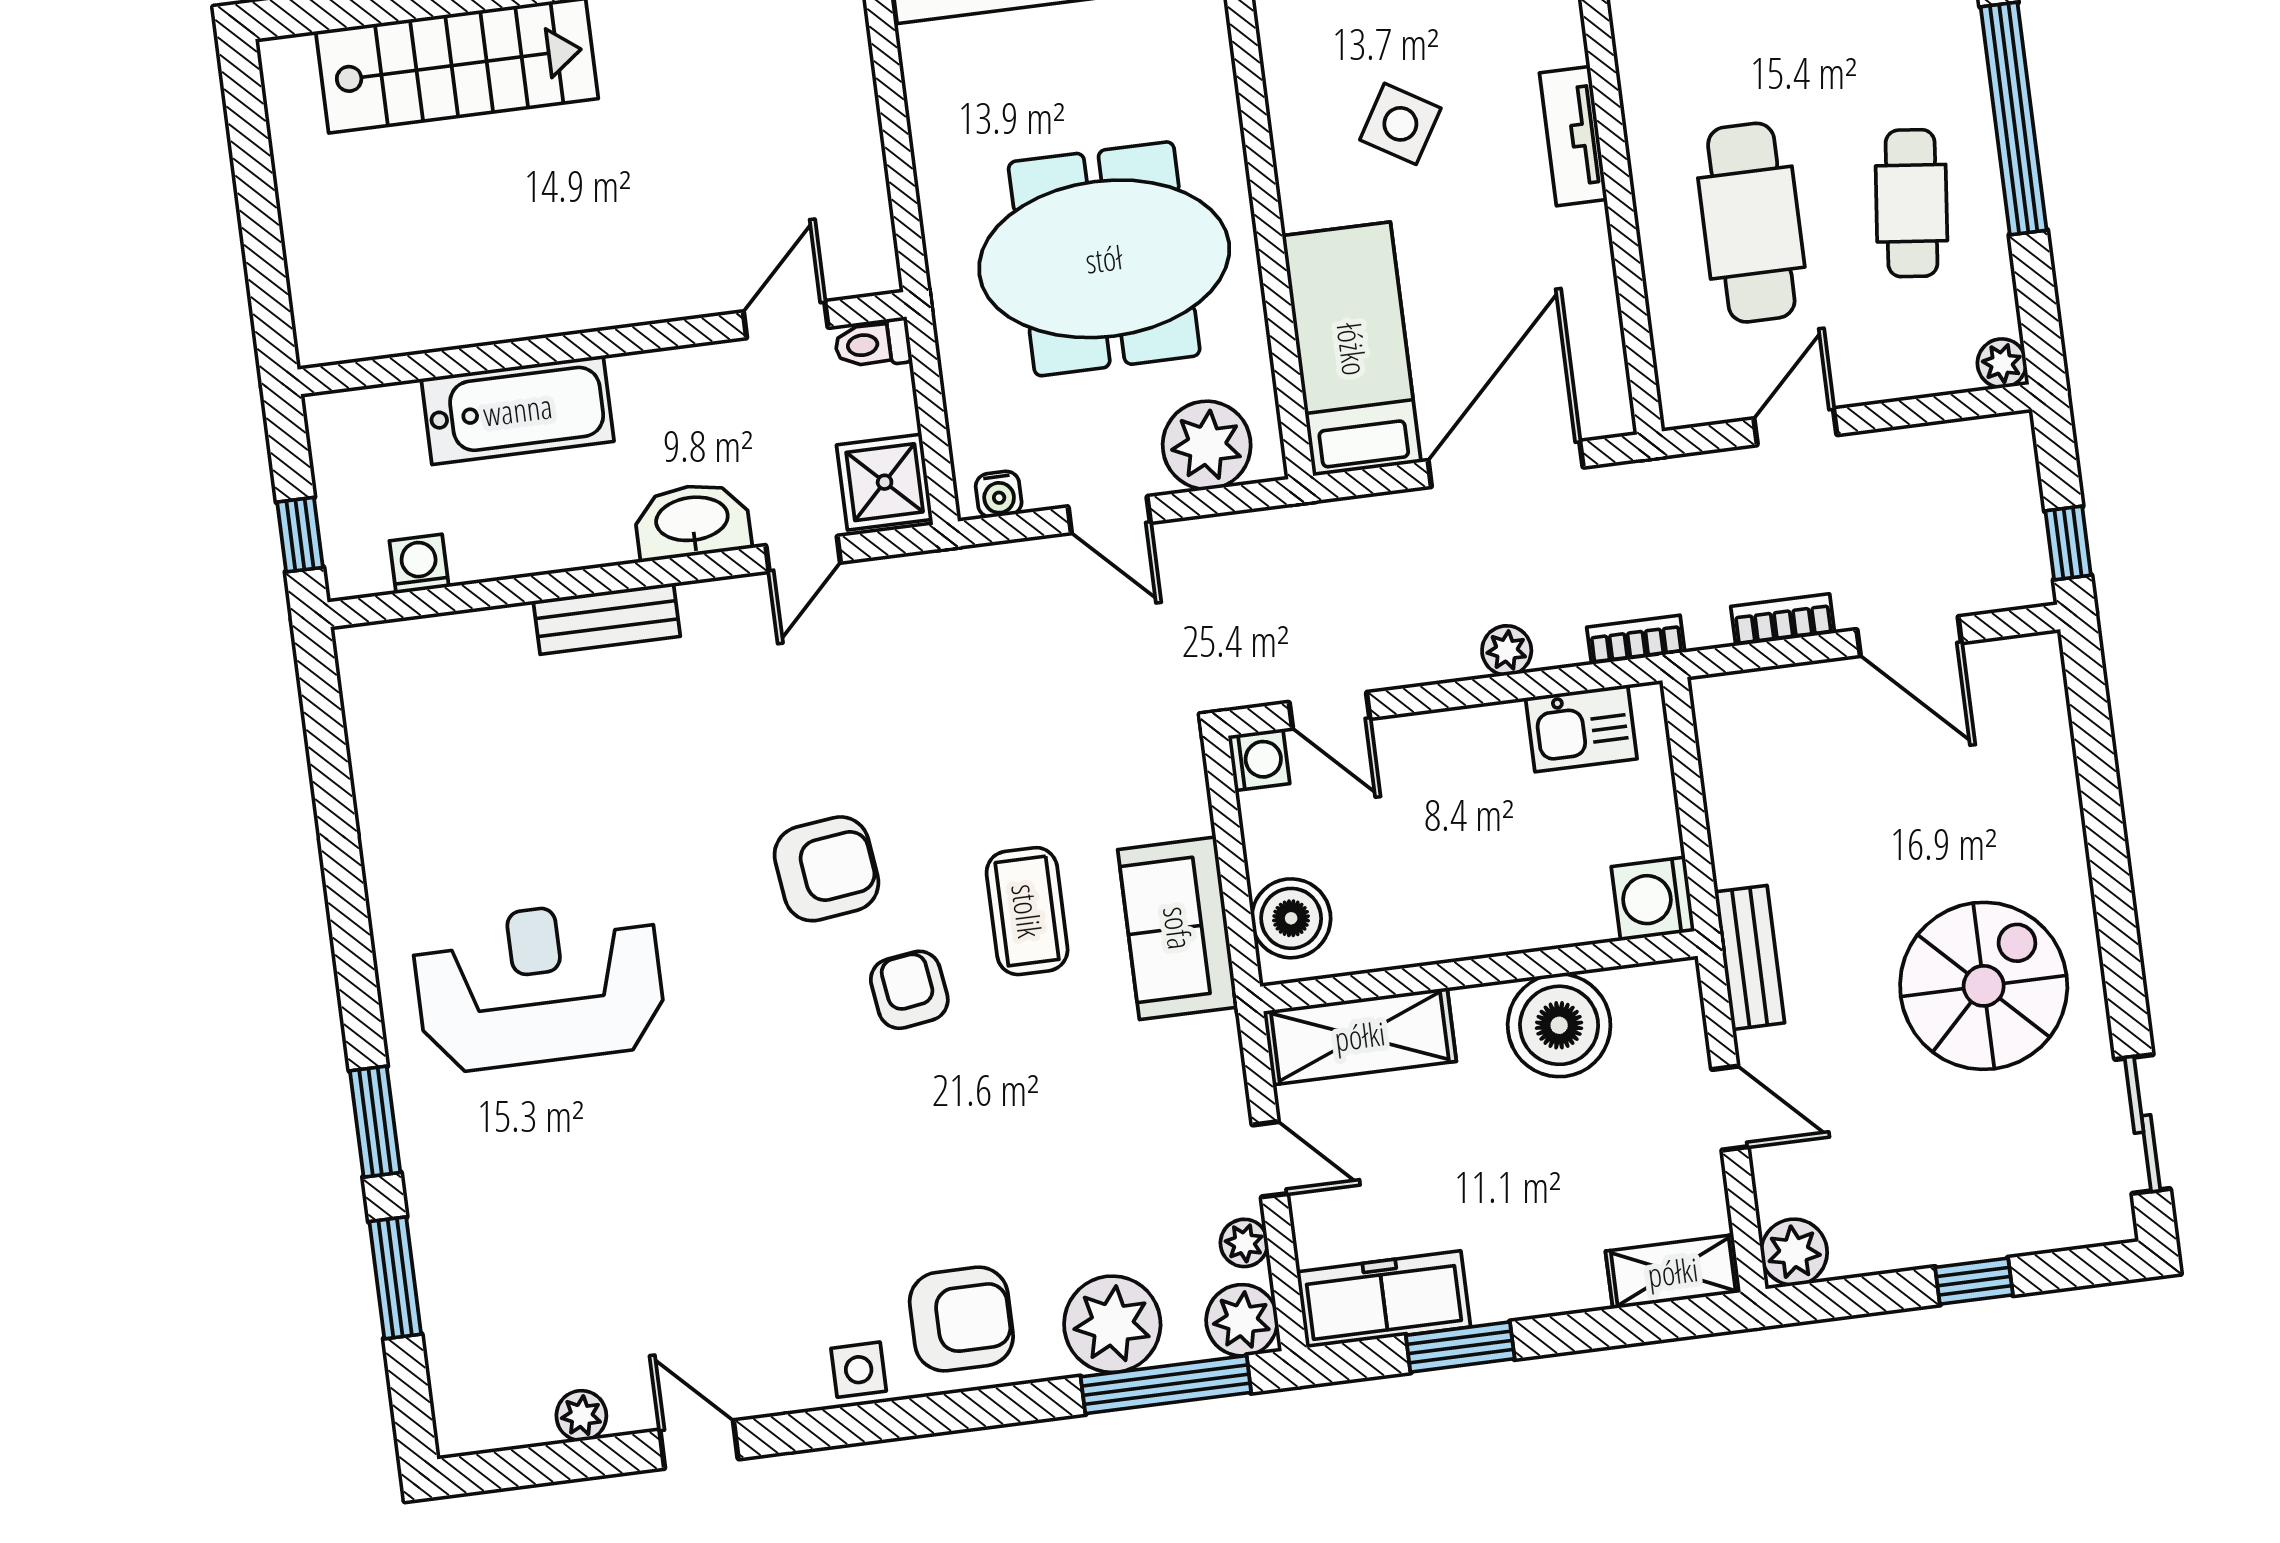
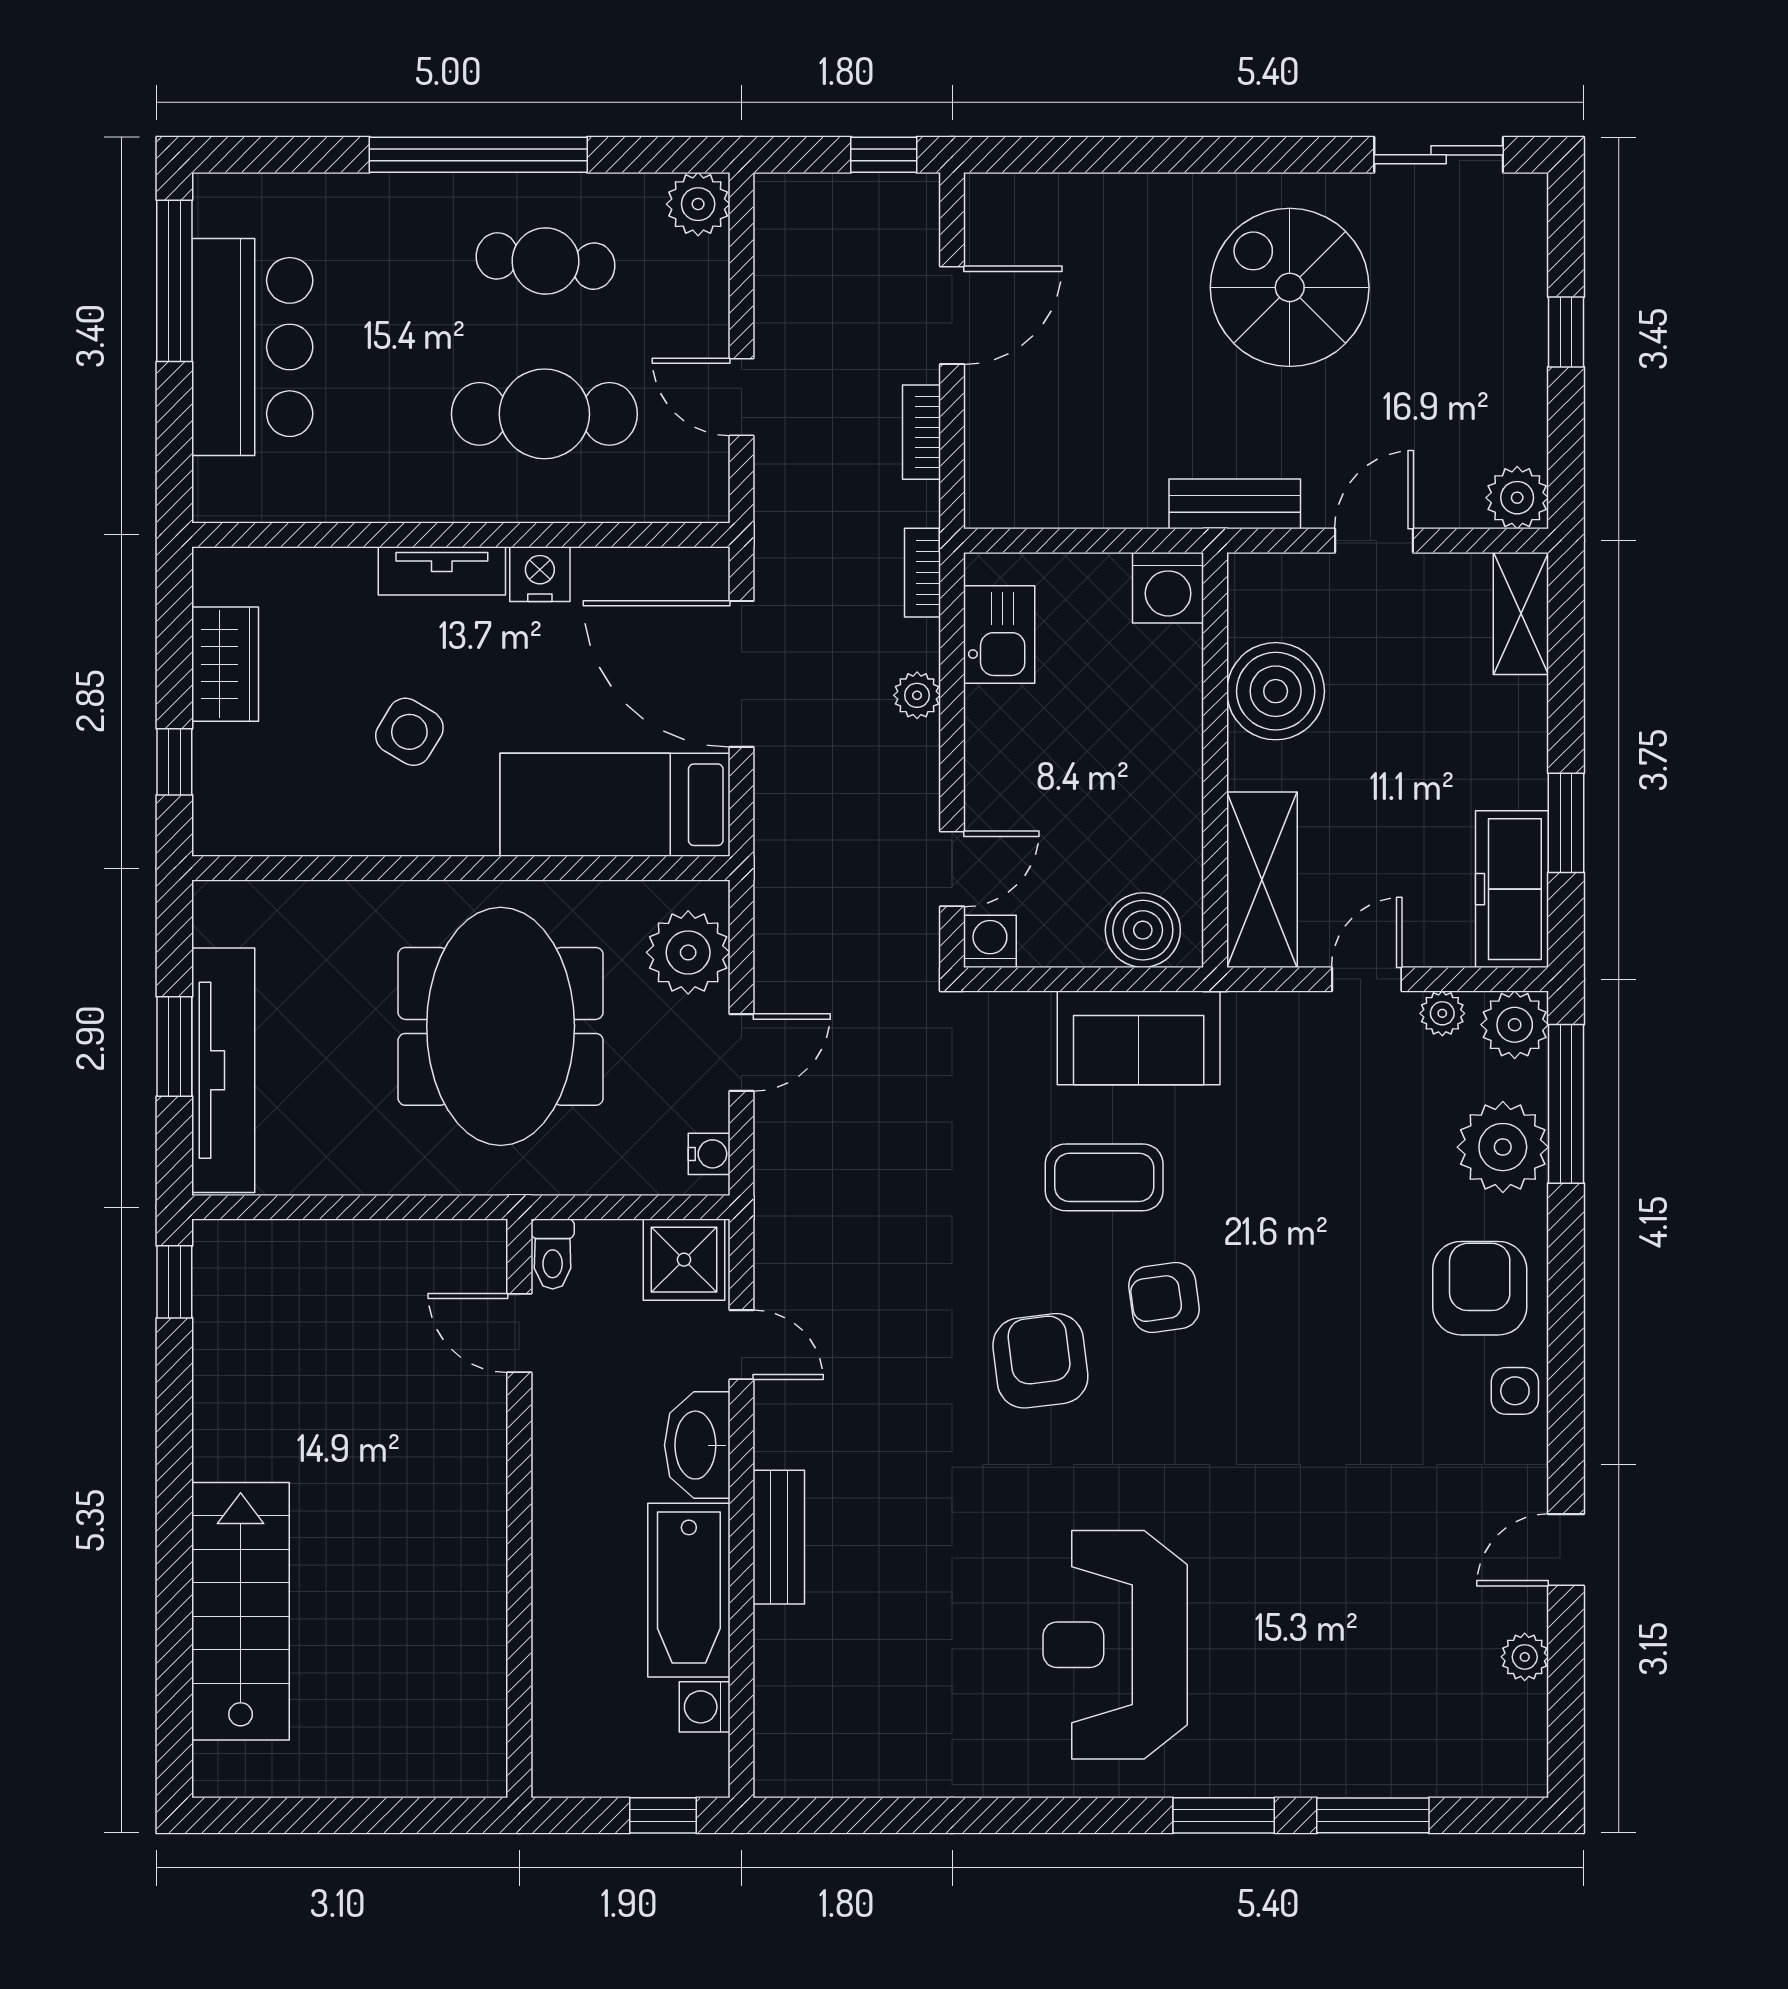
nightstand: (1583, 239) -> (540, 574), added
plant: (2002, 363) -> (698, 204), width x1.38, depth x1.38
bathtub: (518, 410) -> (689, 1590), moved, turned 180

